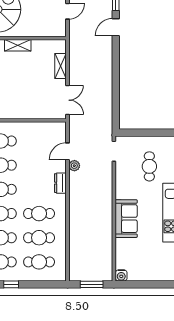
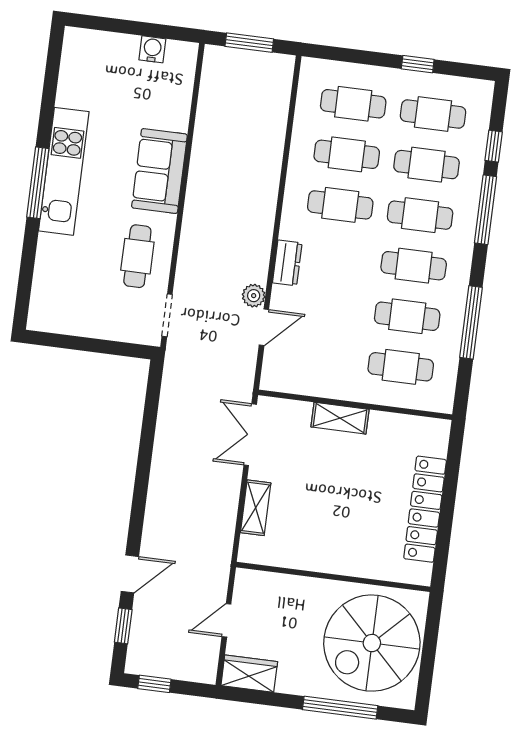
shelving: (18, 45) -> (340, 418), moved
cafe table: (149, 166) -> (137, 256), moved
water cooler: (121, 275) -> (152, 49), moved

